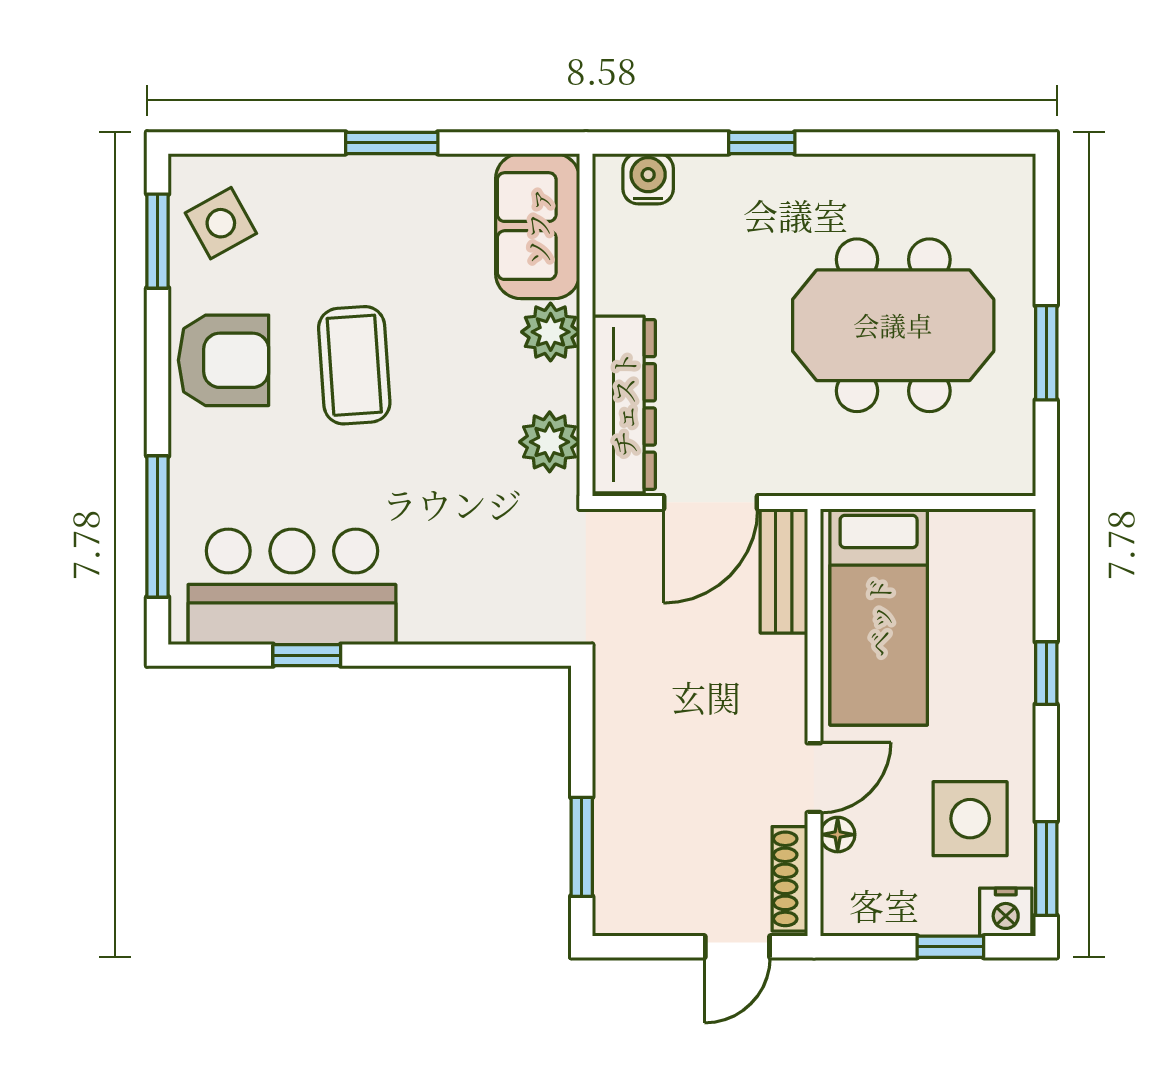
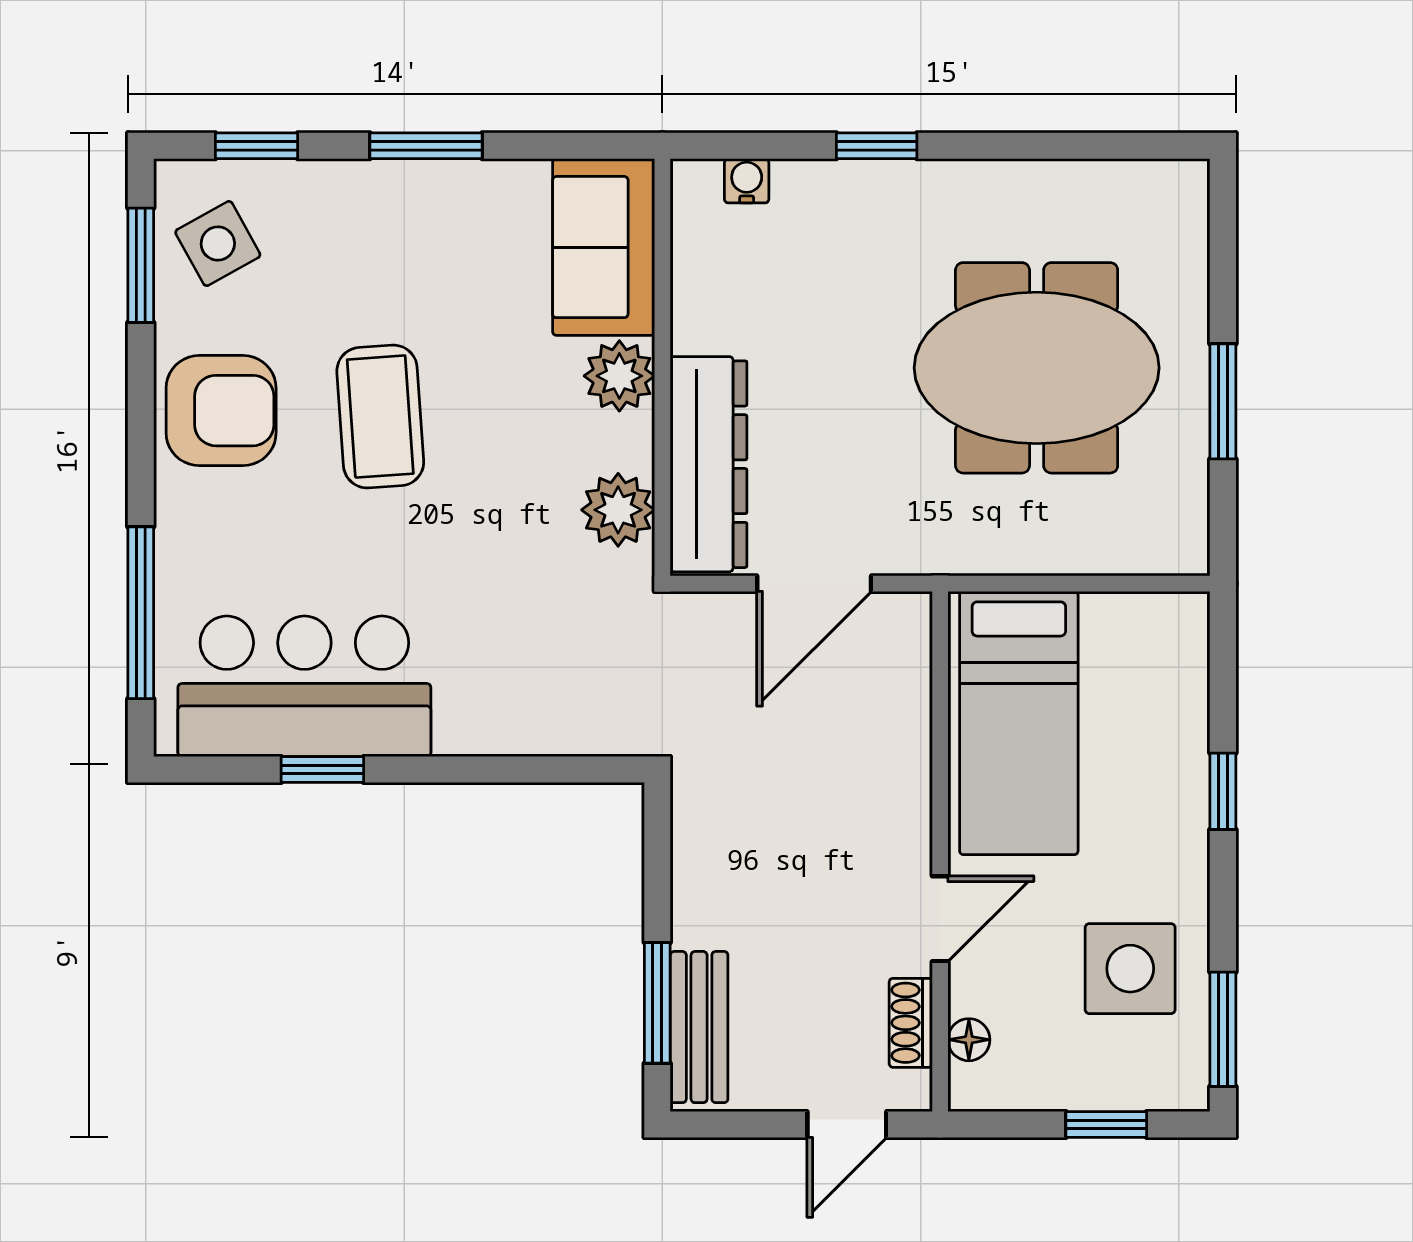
window: (253, 143) -> (257, 146), added
water cooler: (648, 179) -> (747, 181), width x0.72, depth x0.72
bench: (784, 571) -> (699, 1027), moved
floor lamp: (838, 835) -> (969, 1040), moved
shoe rack: (790, 879) -> (911, 1023), width x0.70
nightstand: (1006, 912) -> (1174, 1082), removed

